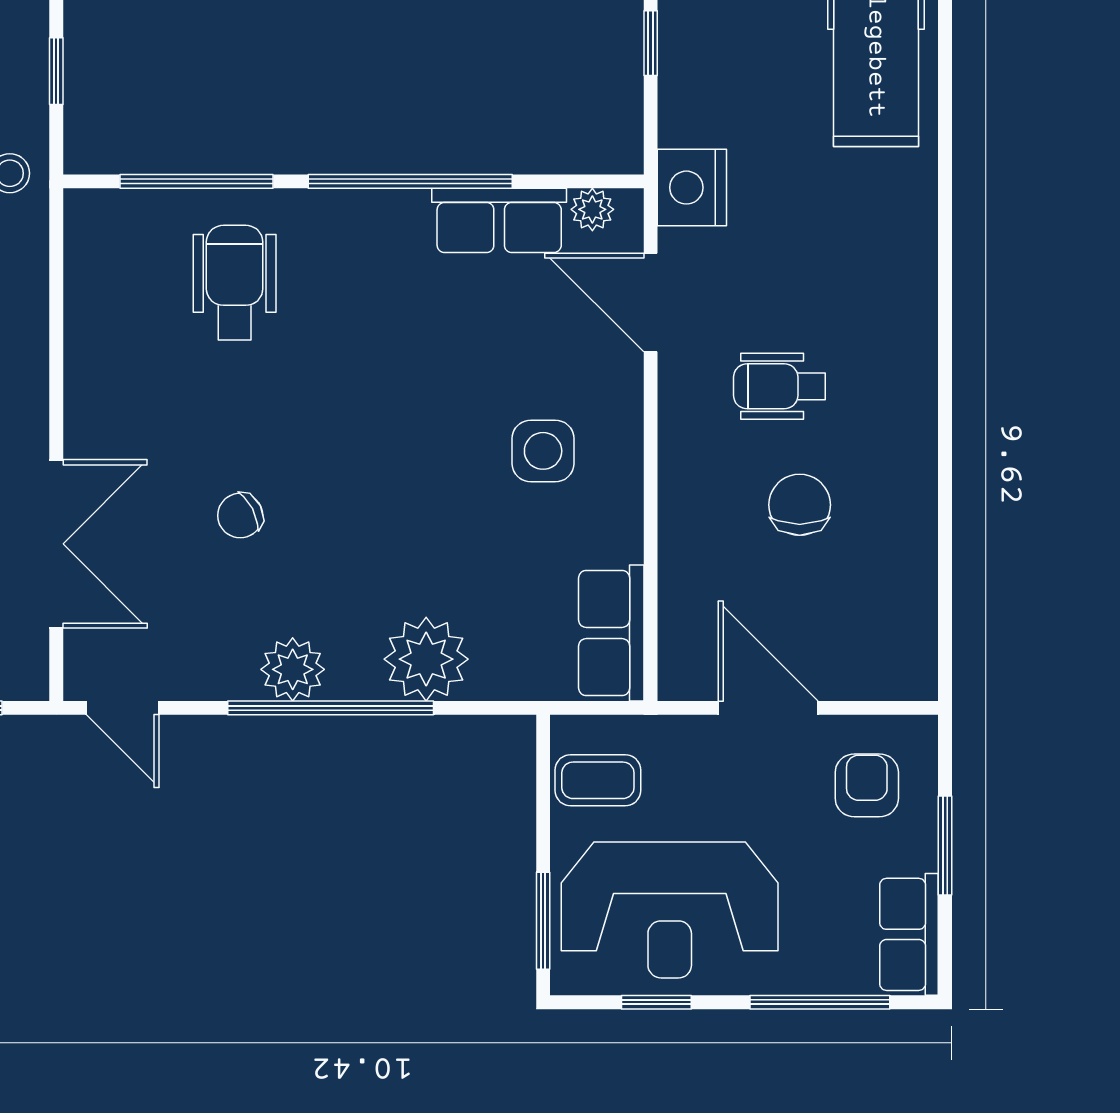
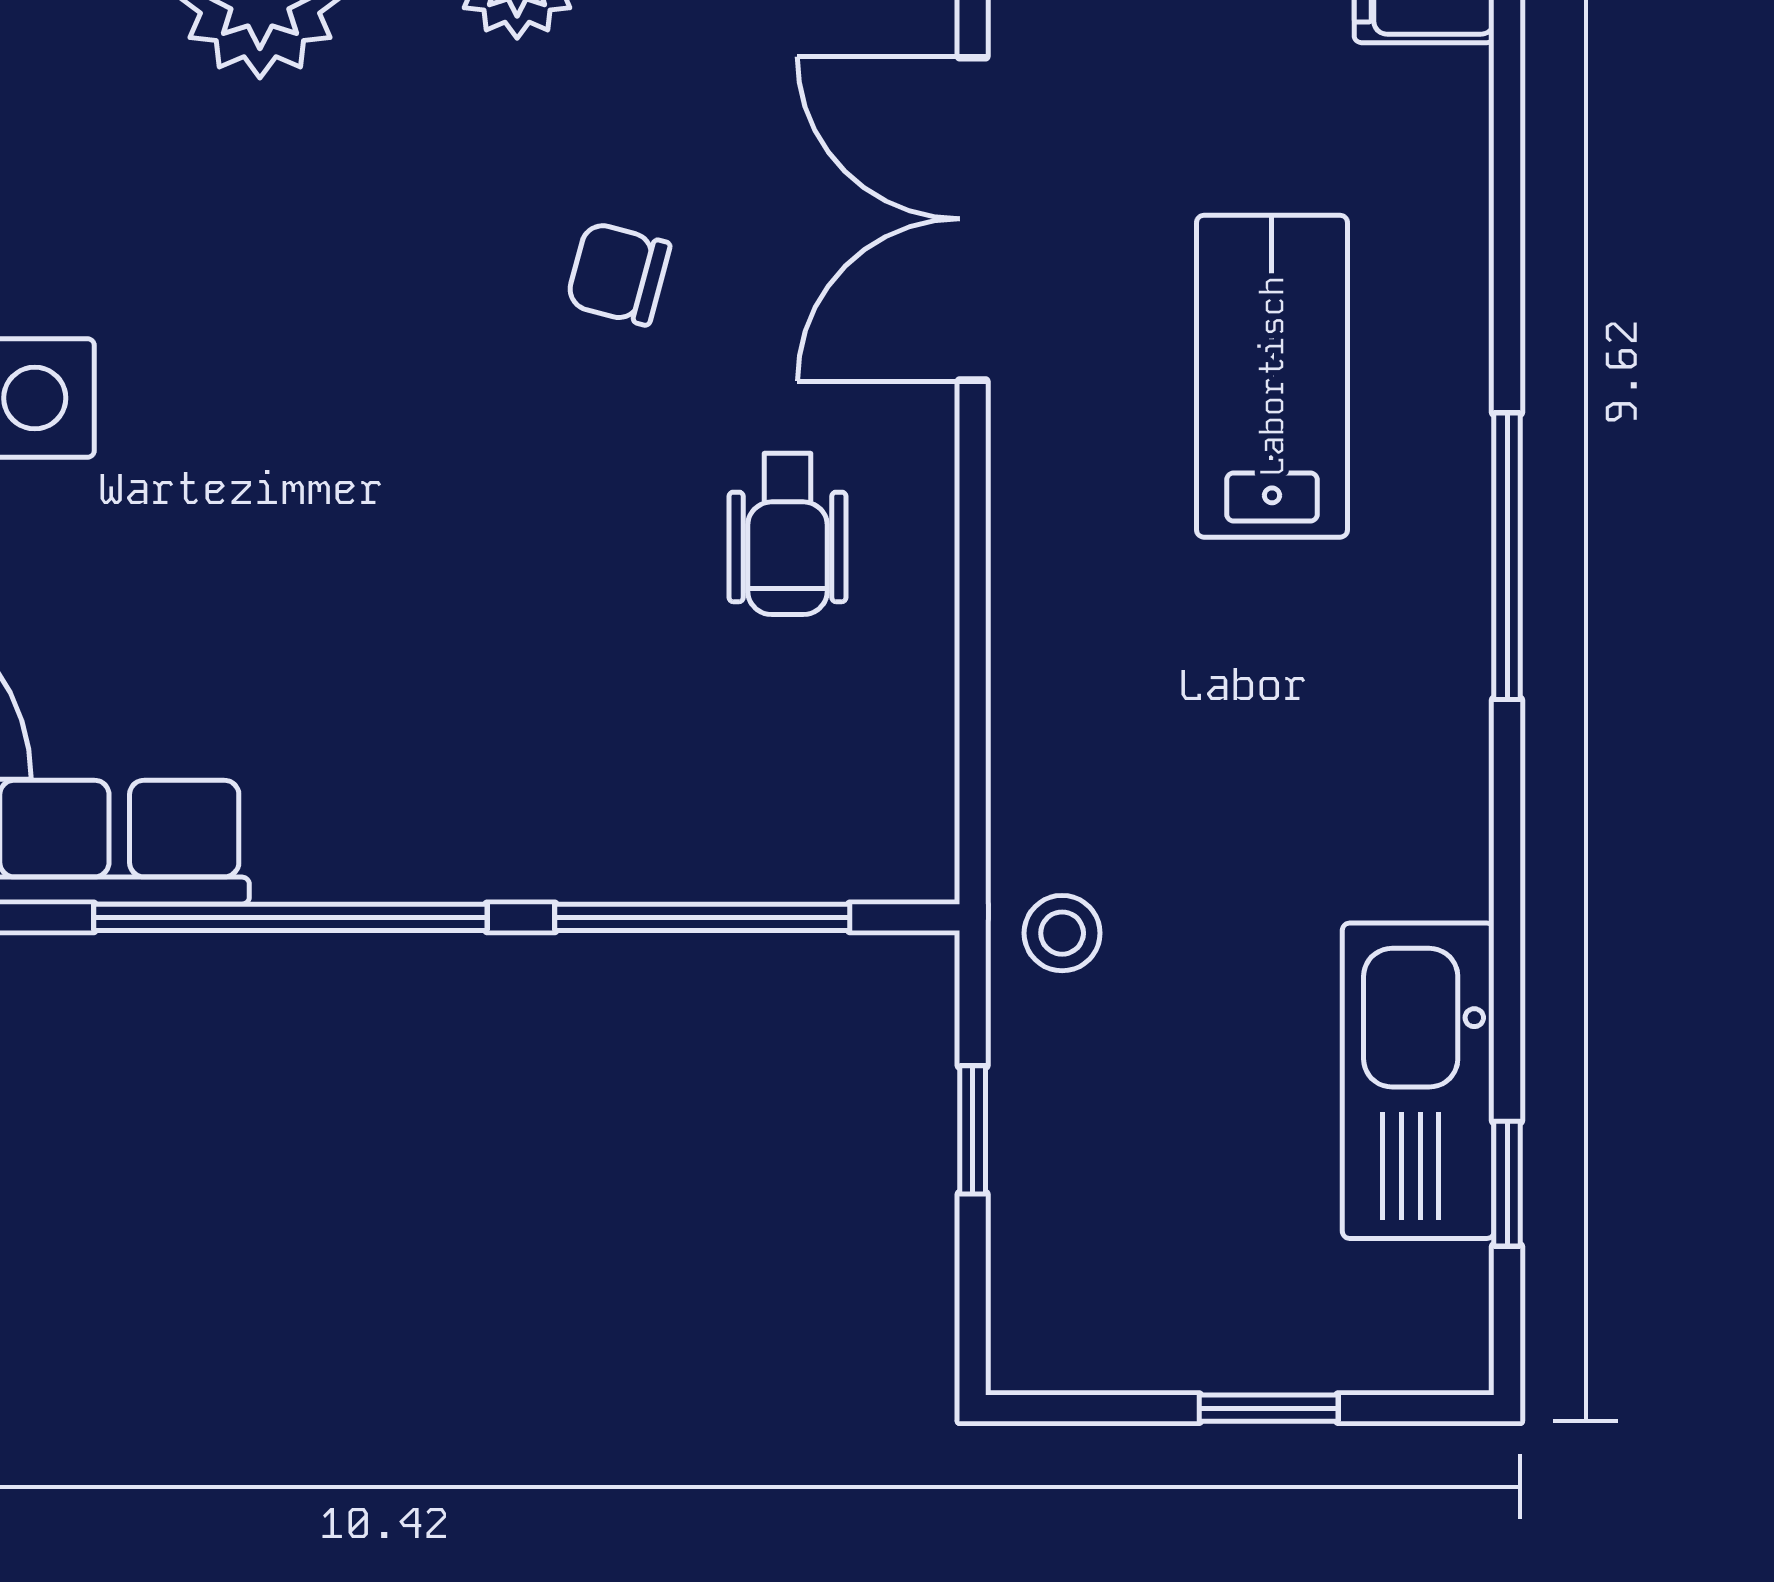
wheelchair: (235, 283) -> (787, 534), moved, width x0.73, depth x0.73
chair: (240, 516) -> (618, 274), turned -138

